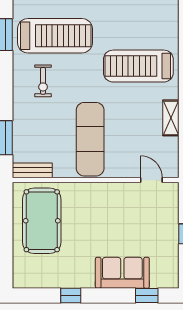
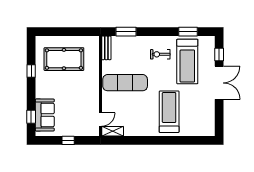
shelving: (171, 118) -> (113, 131), moved
pool table: (42, 221) -> (64, 59), moved
sofa: (122, 273) -> (45, 115), moved

